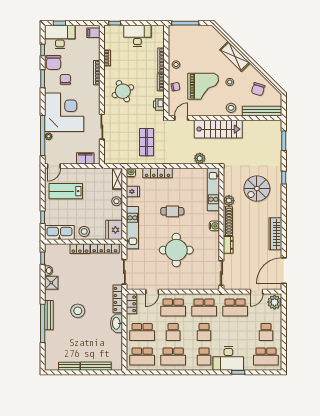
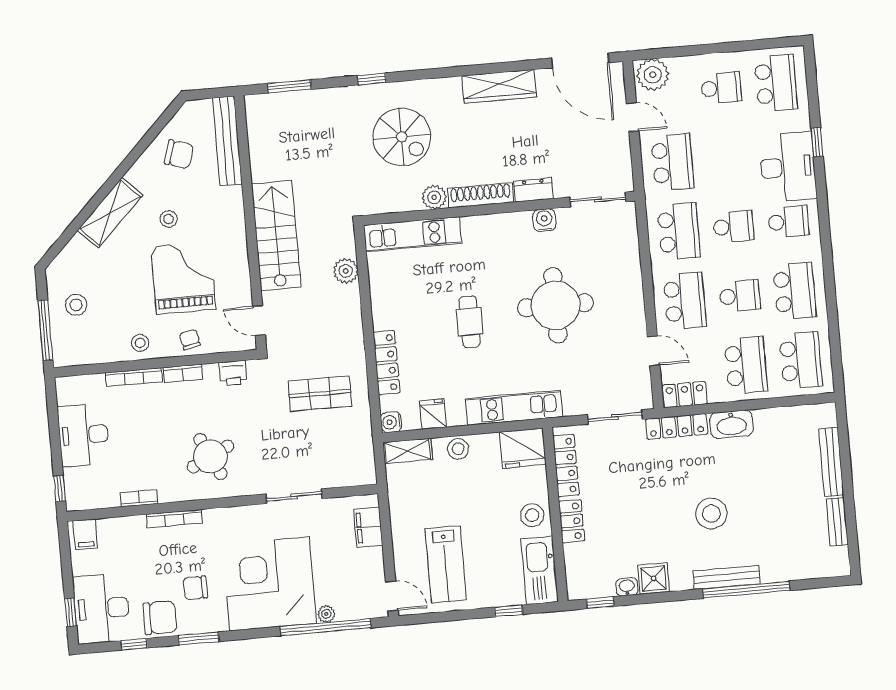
stool: (231, 108) -> (76, 305), moved
water cooler: (214, 226) -> (544, 220), moved

